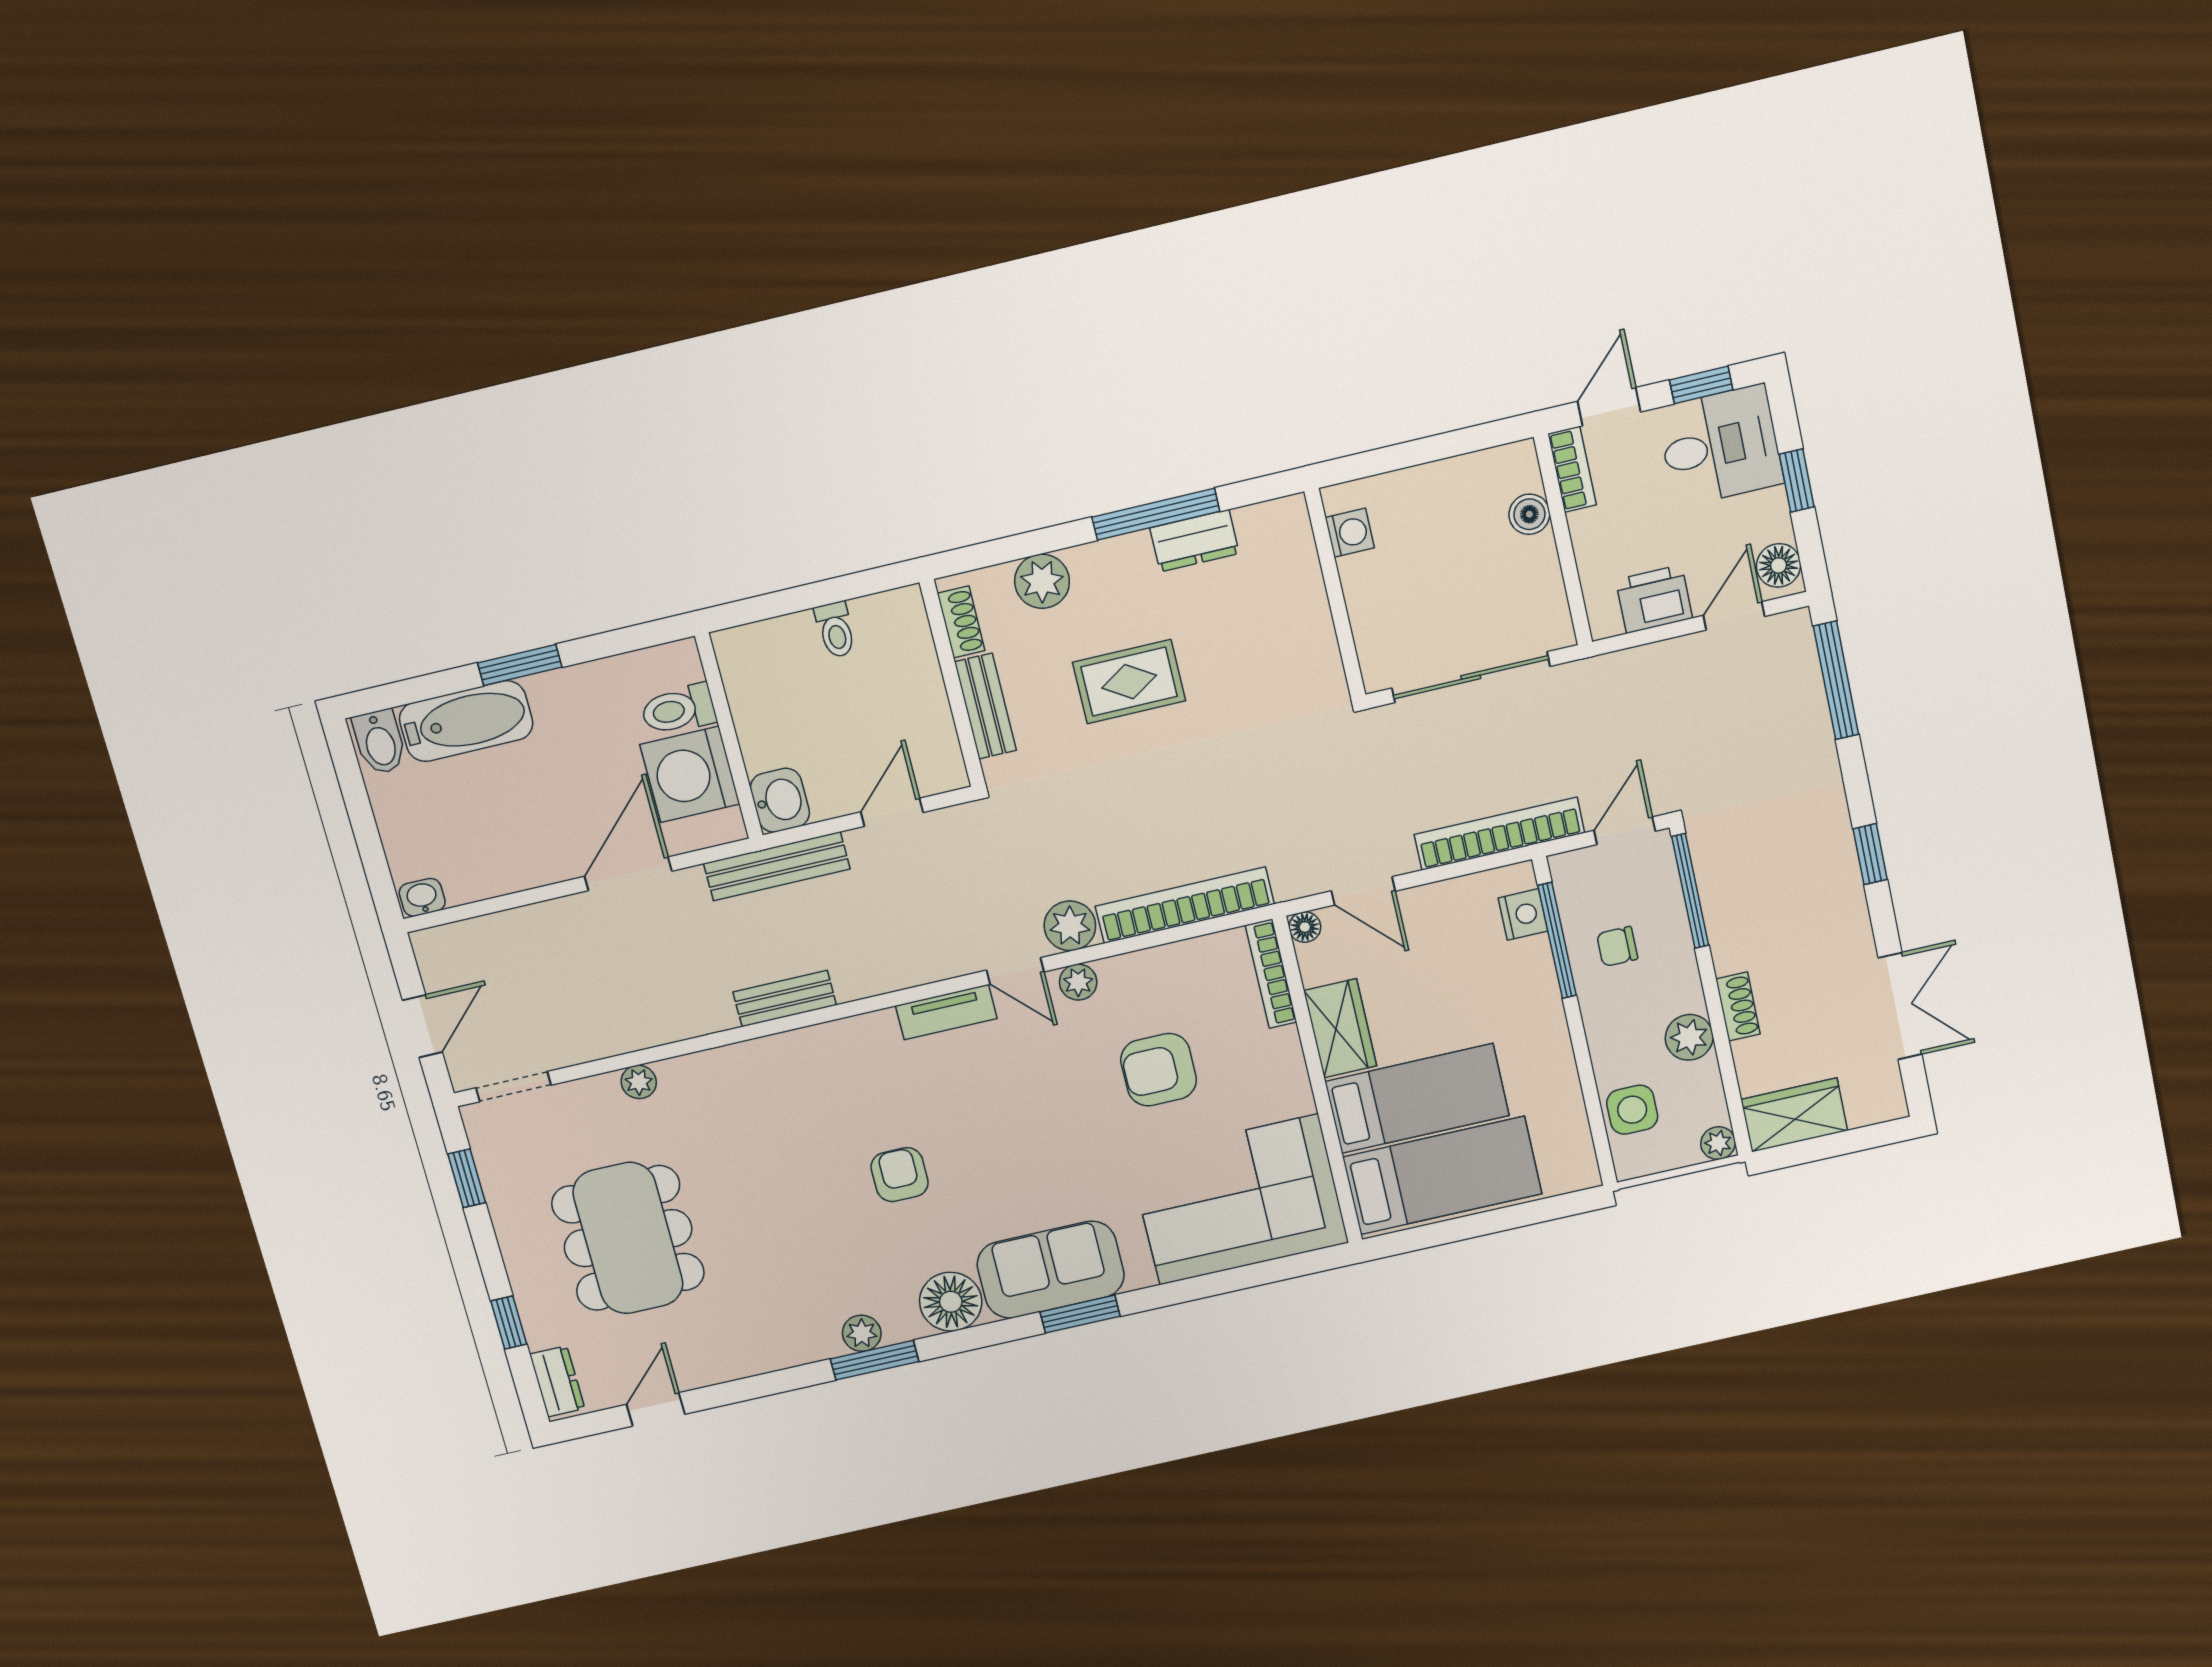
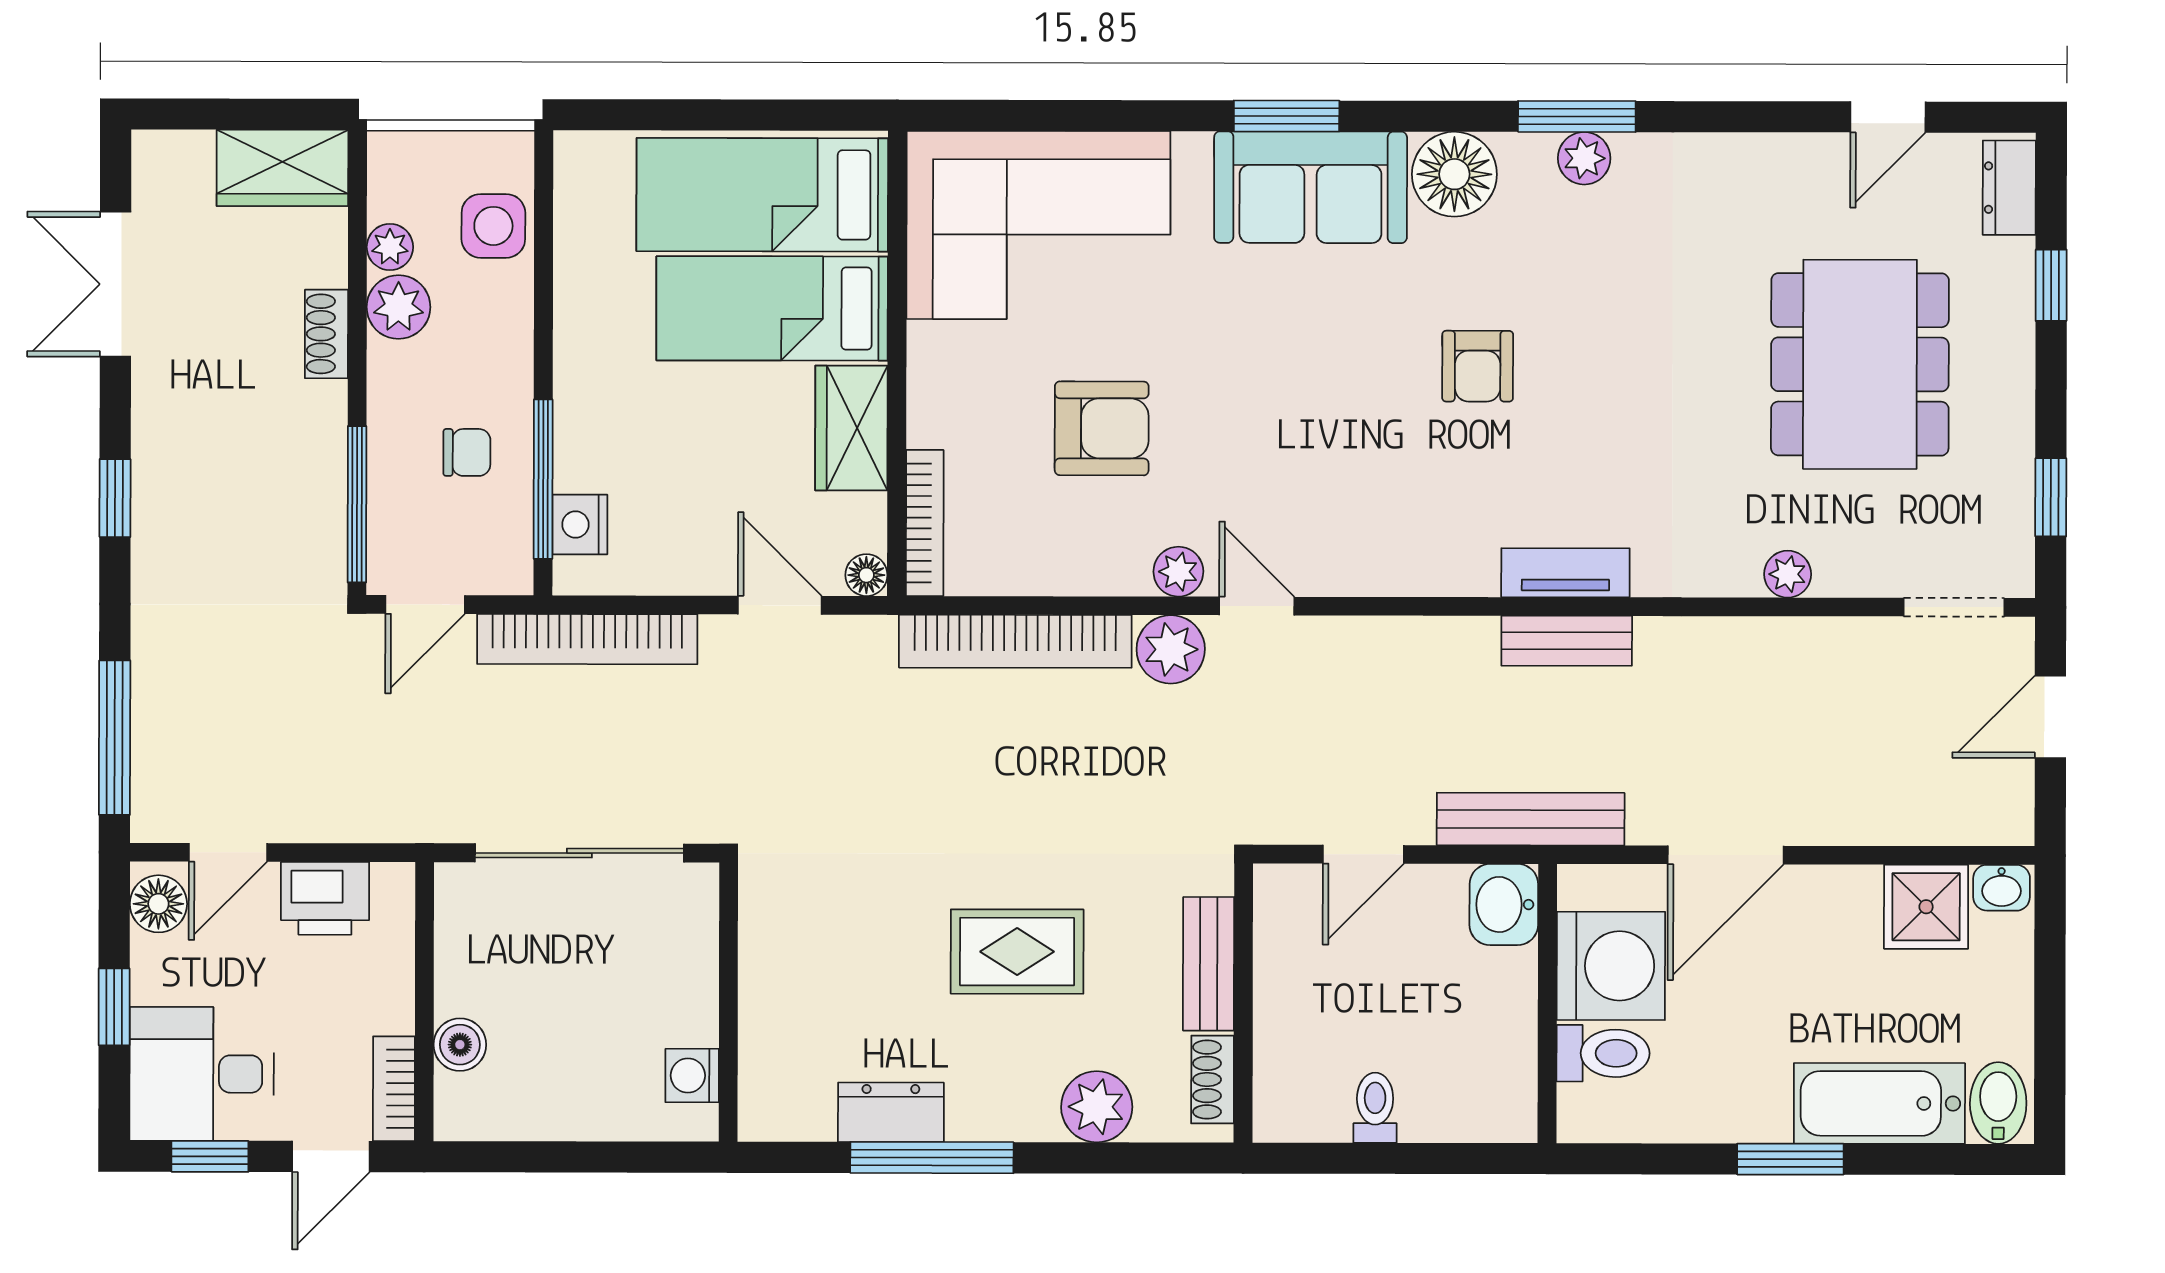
shower: (473, 871) -> (1926, 907), added
tv unit: (946, 1012) -> (1565, 573), moved
plant: (1718, 1143) -> (390, 247), moved

